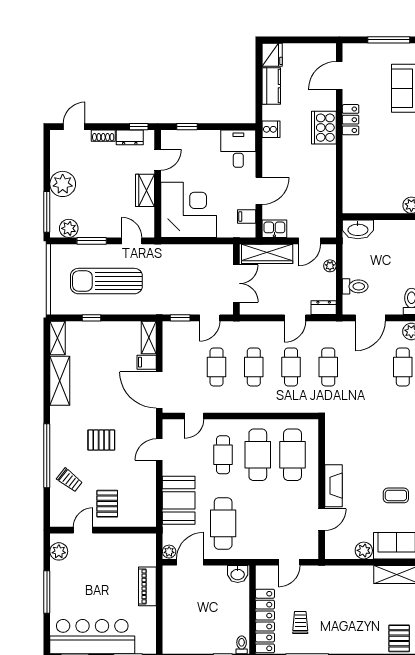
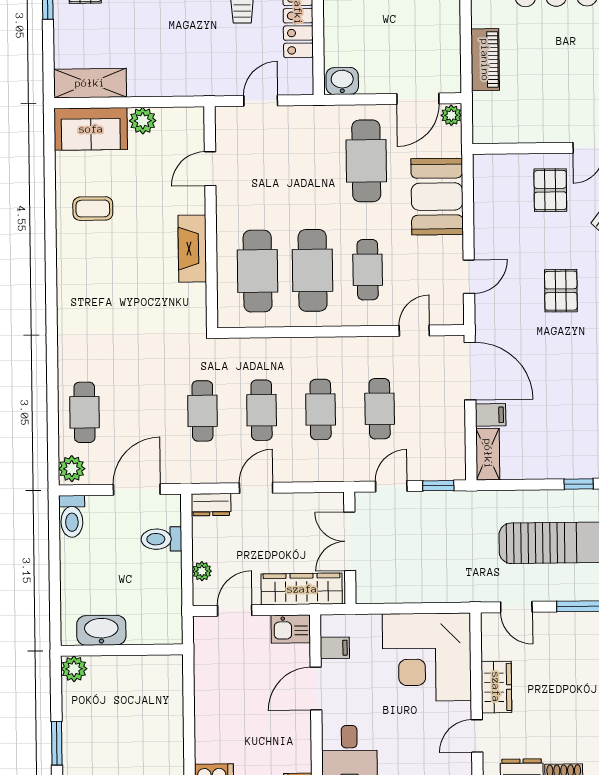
washbasin: (358, 229) -> (101, 630), moved
pallet: (101, 440) -> (561, 291), turned 90
fireplace: (334, 486) -> (192, 249), moved

